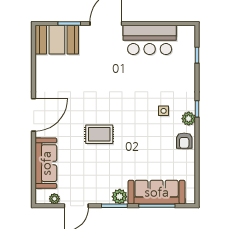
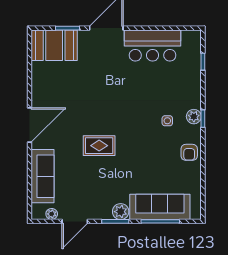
plant: (189, 119) -> (194, 117), moved

